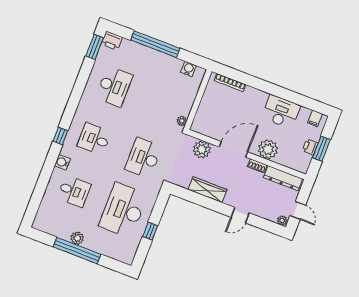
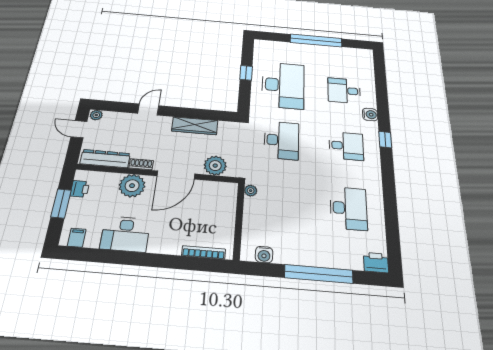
window: (95, 47) -> (394, 249), removed
desk: (114, 86) -> (348, 208), turned 180
printer: (310, 147) -> (80, 189), moved
plant: (77, 238) -> (321, 51), removed

